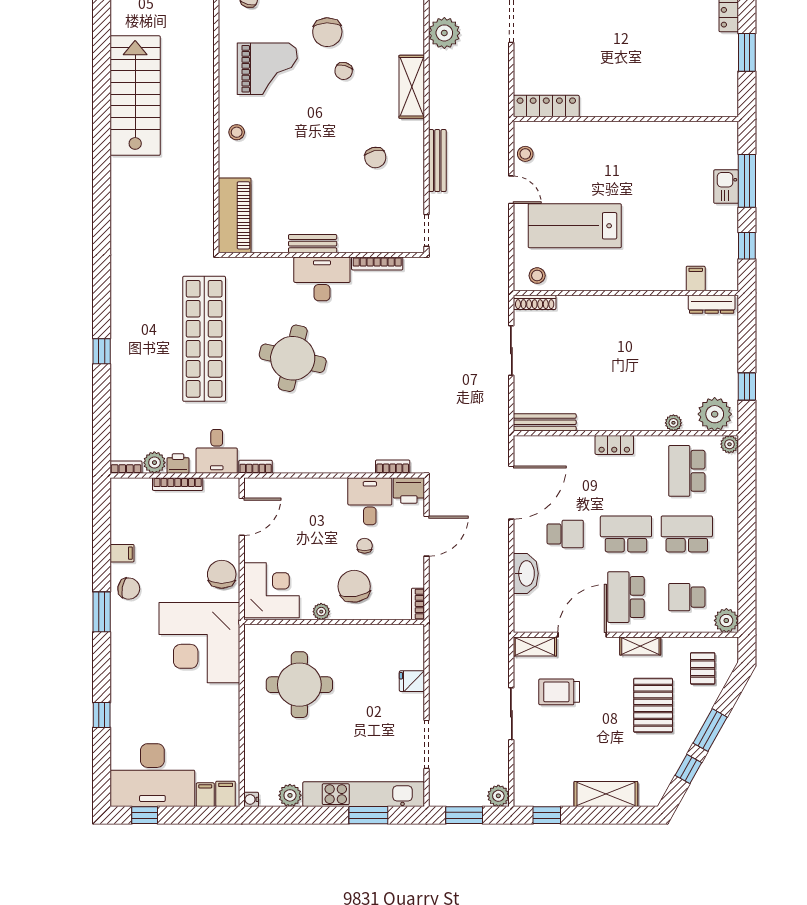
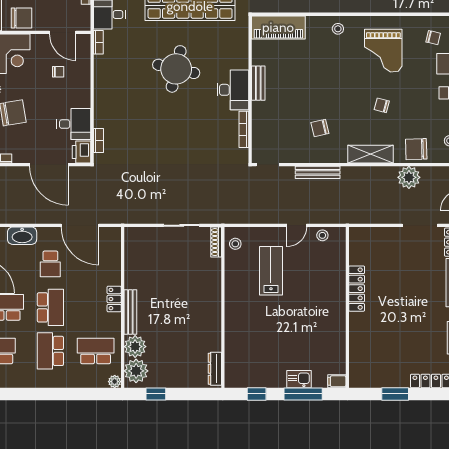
chair: (327, 32) -> (416, 149), moved
locker: (546, 106) -> (357, 289), moved
lab bench: (575, 226) -> (271, 271), width x0.73, depth x0.72
filing cabinet: (696, 278) -> (337, 381), moved, turned 180
bench: (545, 422) -> (130, 312), moved
plant: (673, 423) -> (135, 347), width x1.87, depth x1.87
school desk: (687, 534) -> (50, 351), turned 180
door: (426, 536) -> (49, 165), width x1.36
chair: (365, 546) -> (58, 72), moved

